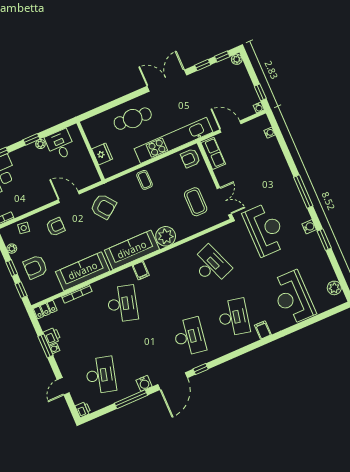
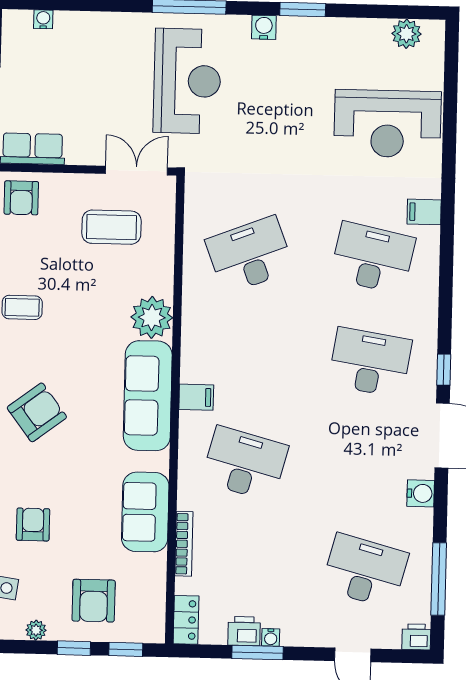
reception desk: (265, 230) -> (187, 81), moved, turned 90
sofa: (83, 271) -> (145, 512), width x0.73
window: (131, 399) -> (439, 579), moved

